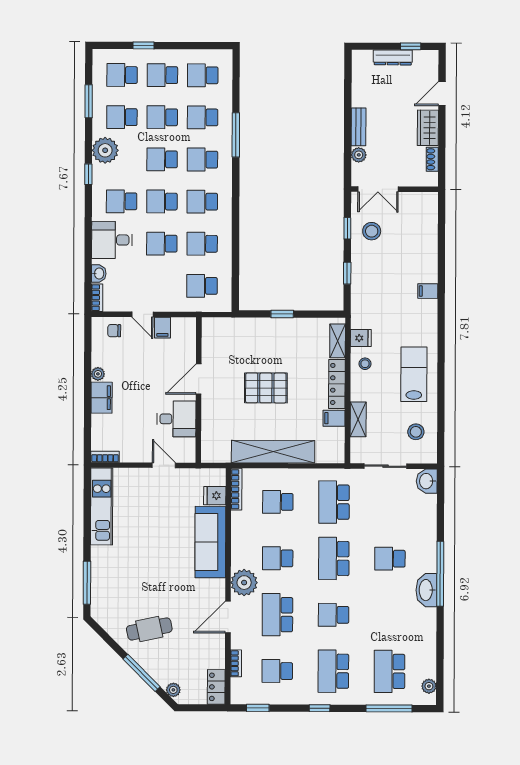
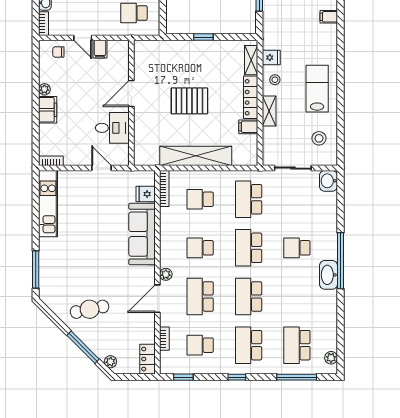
shelving: (358, 419) -> (269, 111), moved
plant: (244, 583) -> (166, 274), width x0.53, depth x0.53
school desk: (334, 615) -> (249, 297), width x1.85

